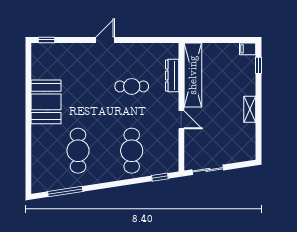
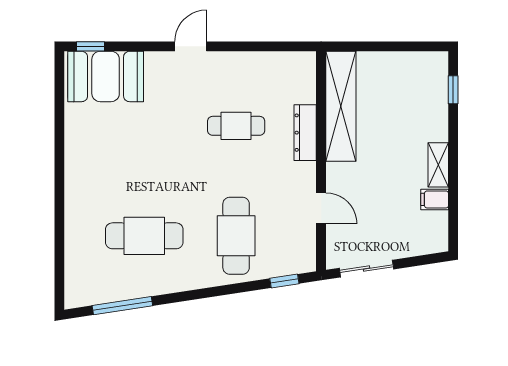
filing cabinet: (248, 49) -> (435, 199), moved
dresser: (172, 75) -> (305, 133), moved
booth: (46, 102) -> (106, 76), moved, turned 90
door: (181, 120) -> (321, 208), moved
cafe table: (78, 151) -> (144, 236), turned 90

